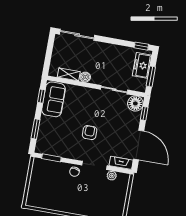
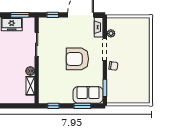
sofa: (54, 99) -> (88, 95), moved
floor lamp: (135, 103) -> (45, 24), removed
armchair: (90, 133) -> (77, 59), width x1.88, depth x1.88

